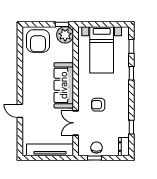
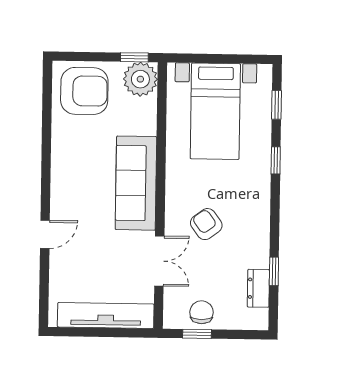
armchair: (38, 41) -> (84, 91), turned -90
armchair: (98, 105) -> (206, 224), turned 54
door: (20, 111) -> (45, 234), swing flipped
double door: (76, 123) -> (159, 261), swing flipped
dresser: (124, 147) -> (258, 288), moved

